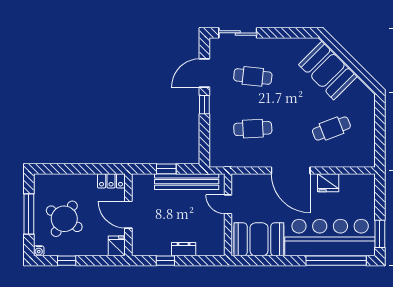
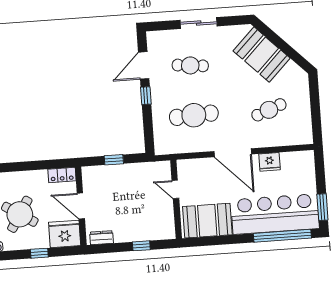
sliding door: (238, 33) -> (199, 23), moved
cafe table: (253, 129) -> (194, 115), width x1.37, depth x1.35
bench: (187, 182) -> (134, 170), removed
fridge: (117, 246) -> (65, 234), width x1.88, depth x1.34
dresser: (184, 249) -> (102, 238), moved
window: (67, 261) -> (39, 253), moved
window: (165, 261) -> (141, 246), moved

